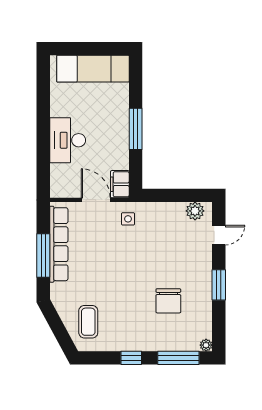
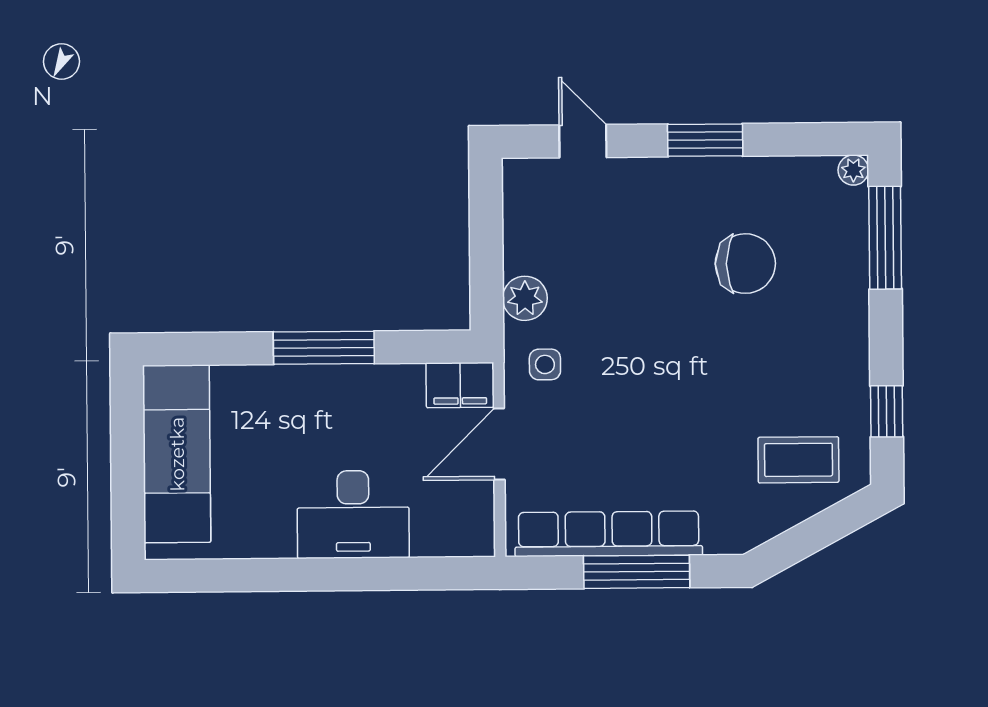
plant: (195, 211) -> (525, 298), moved
window: (131, 358) -> (887, 411), moved

